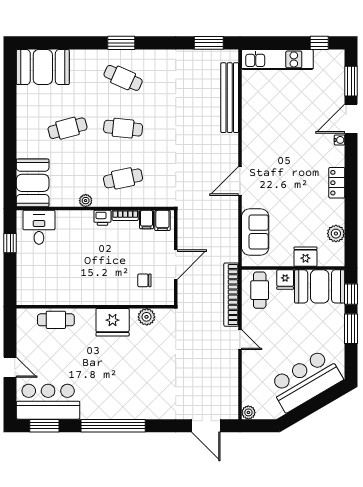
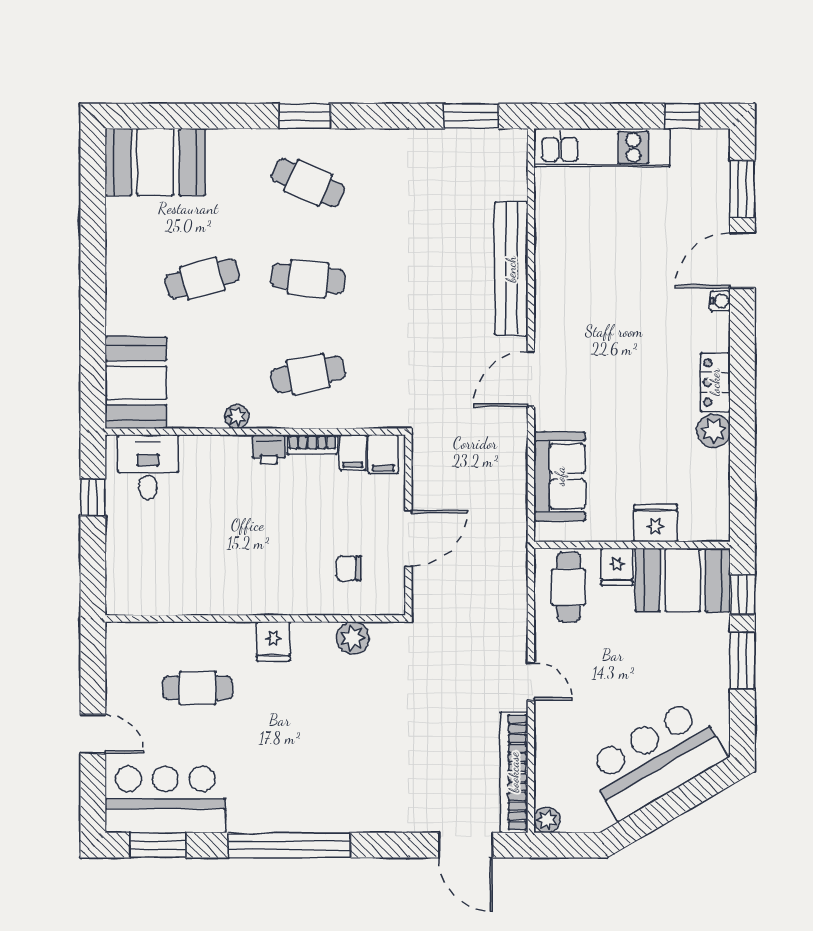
bench: (230, 98) -> (511, 269), moved
plant: (336, 234) -> (713, 431), moved
bookcase: (231, 295) -> (514, 772), moved
cafe table: (56, 320) -> (198, 688), moved
fridge: (113, 322) -> (273, 641), width x0.53, depth x0.75

